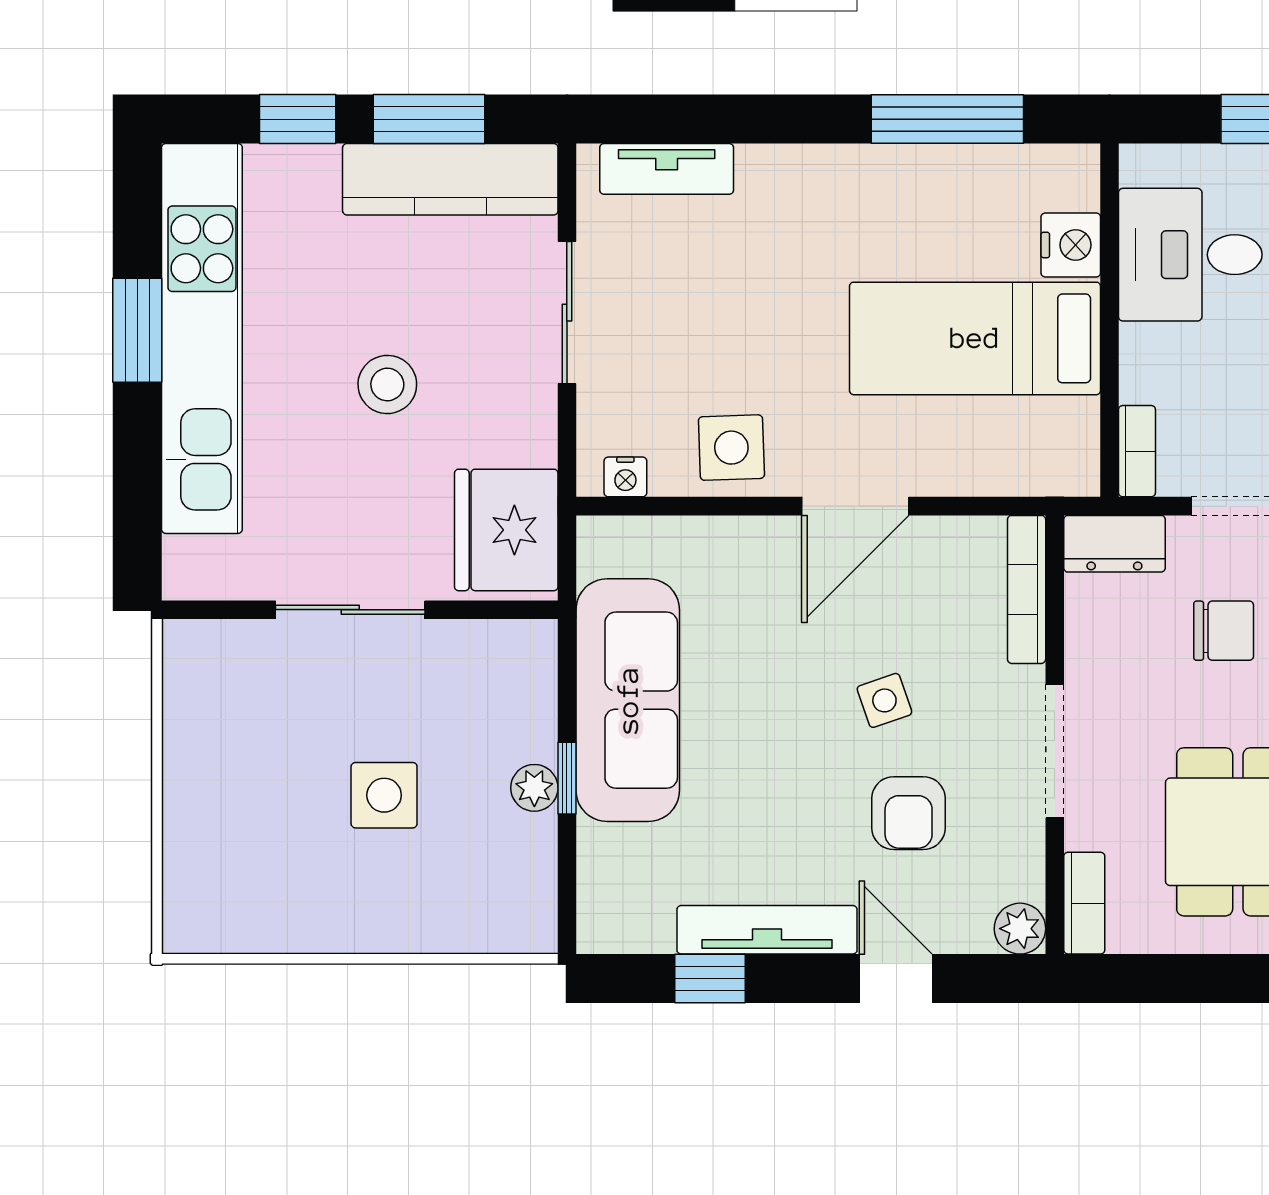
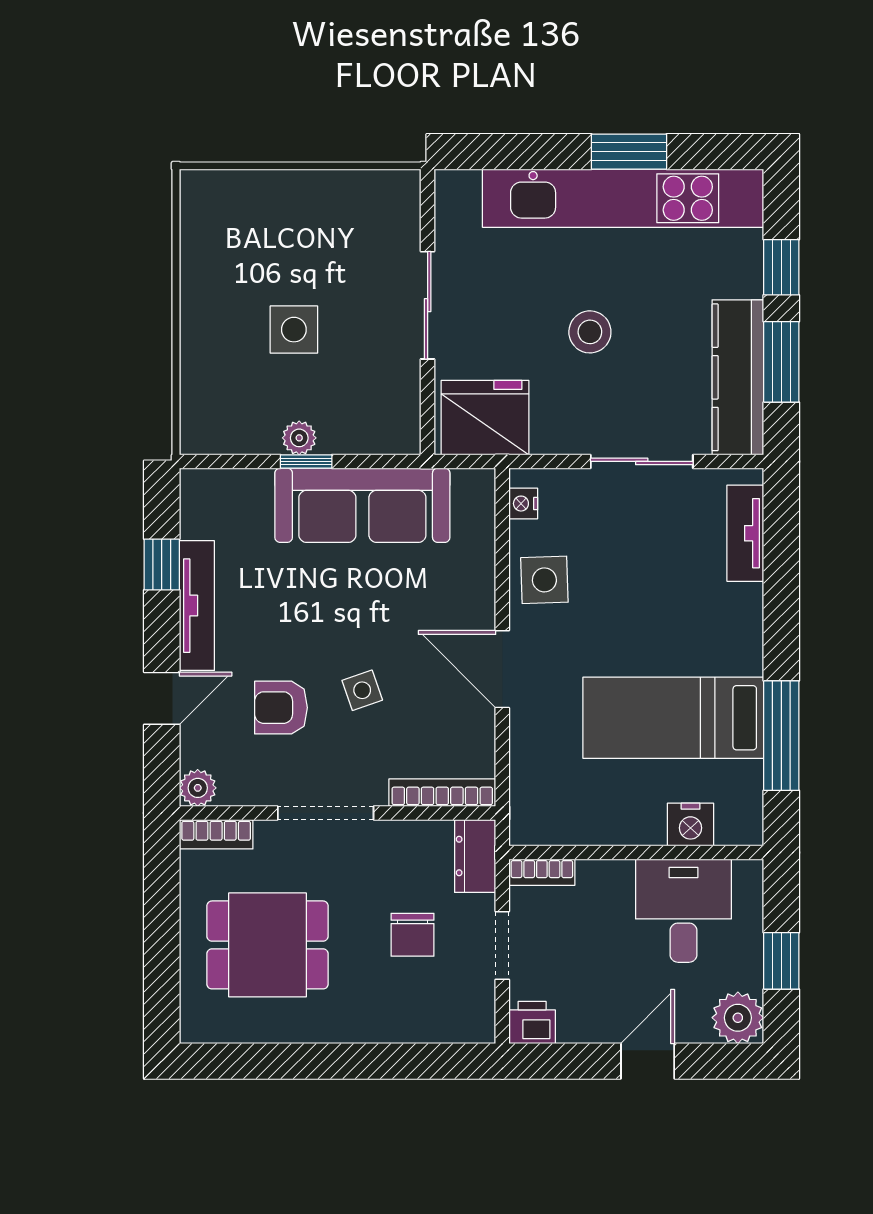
bed: (975, 338) -> (673, 718), moved, turned -90

